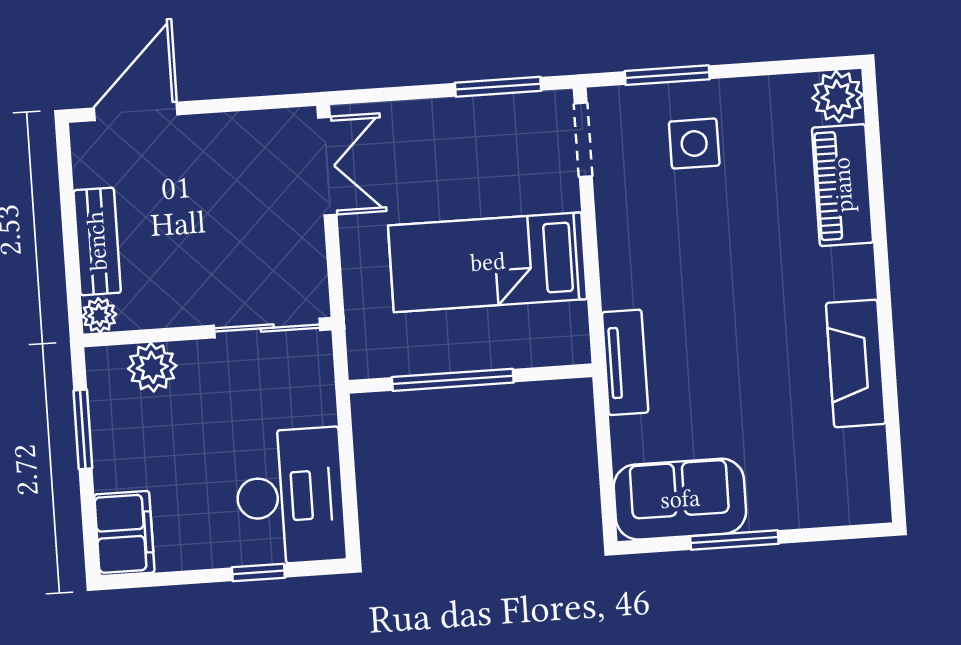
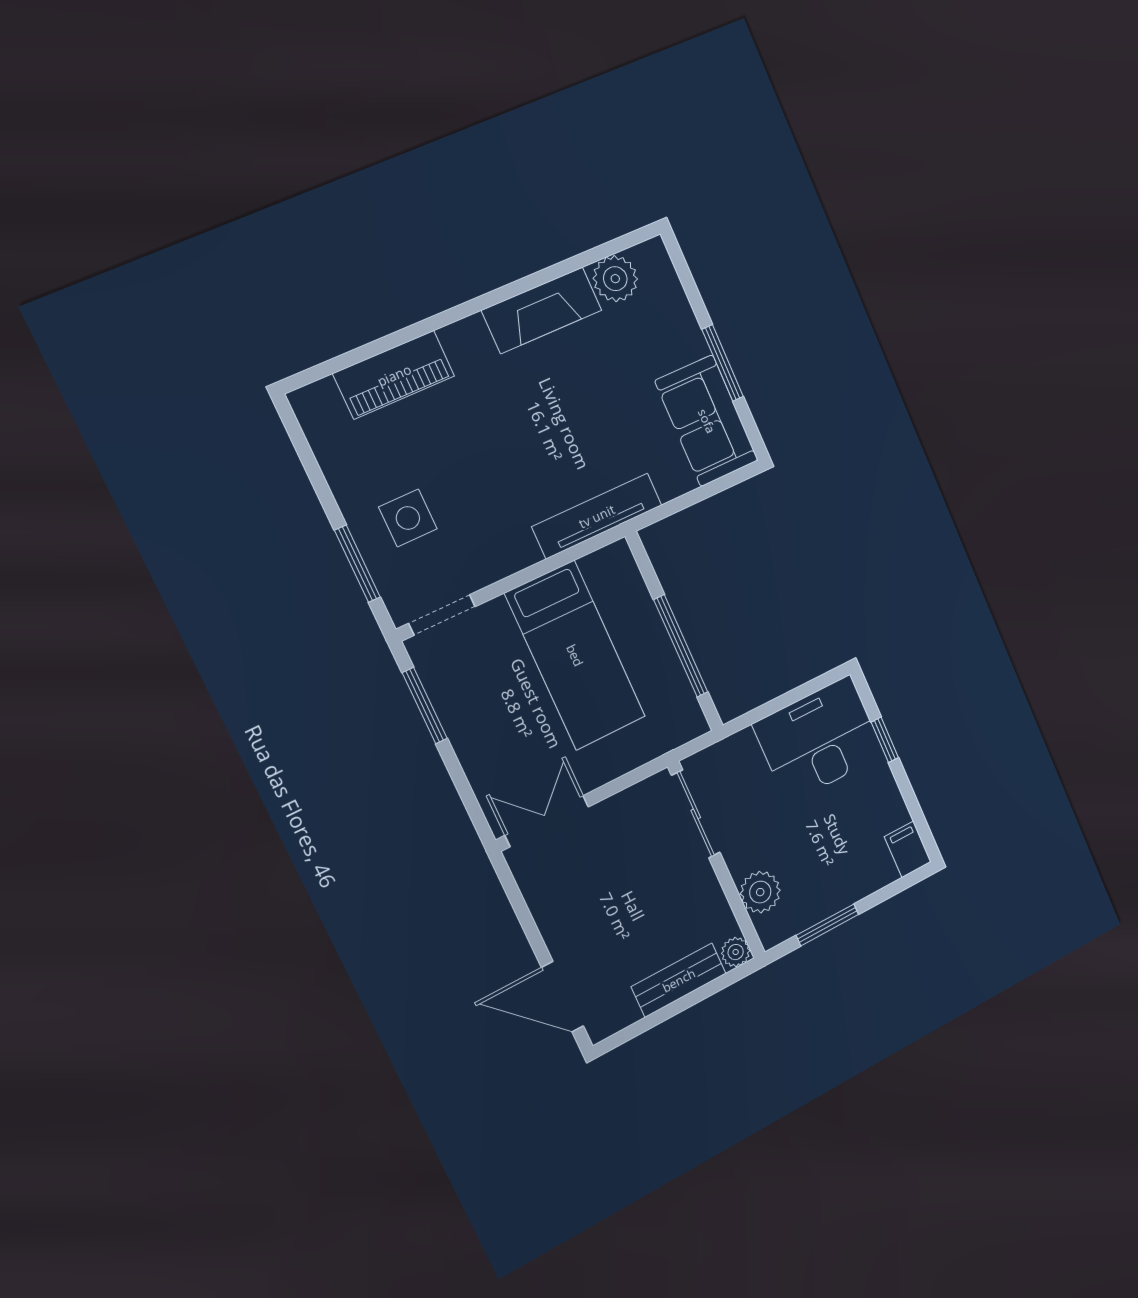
plant: (838, 96) -> (615, 279), moved
tv unit: (625, 362) -> (597, 516), width x1.41
filing cabinet: (124, 534) -> (908, 849), width x0.50

